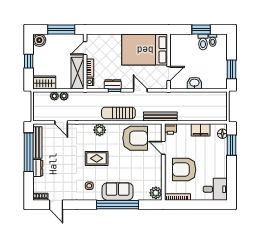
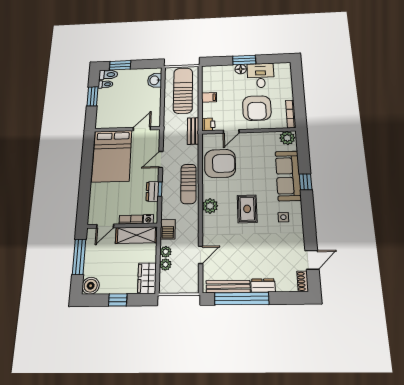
toilet: (203, 42) -> (108, 75), moved
door: (85, 48) -> (105, 226), hinge flipped
window: (232, 69) -> (120, 65), moved
door: (169, 74) -> (142, 129), hinge flipped
washbasin: (194, 83) -> (155, 80), moved
barbecue: (82, 97) -> (168, 229), added
sun lounger: (204, 108) -> (183, 90), added
bench: (160, 116) -> (193, 131), width x0.73
filing cabinet: (201, 130) -> (209, 97), width x0.50
floor lamp: (222, 134) -> (241, 69), moved
armchair: (135, 138) -> (220, 163), turned 90
window: (232, 145) -> (244, 60), moved
desk: (215, 189) -> (261, 75), moved
sofa: (118, 191) -> (288, 176), width x1.36
window: (118, 205) -> (306, 182), width x0.32

